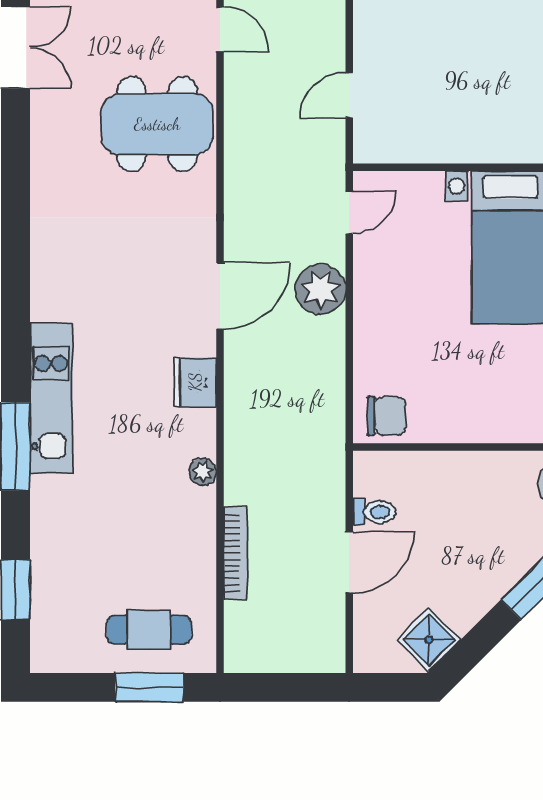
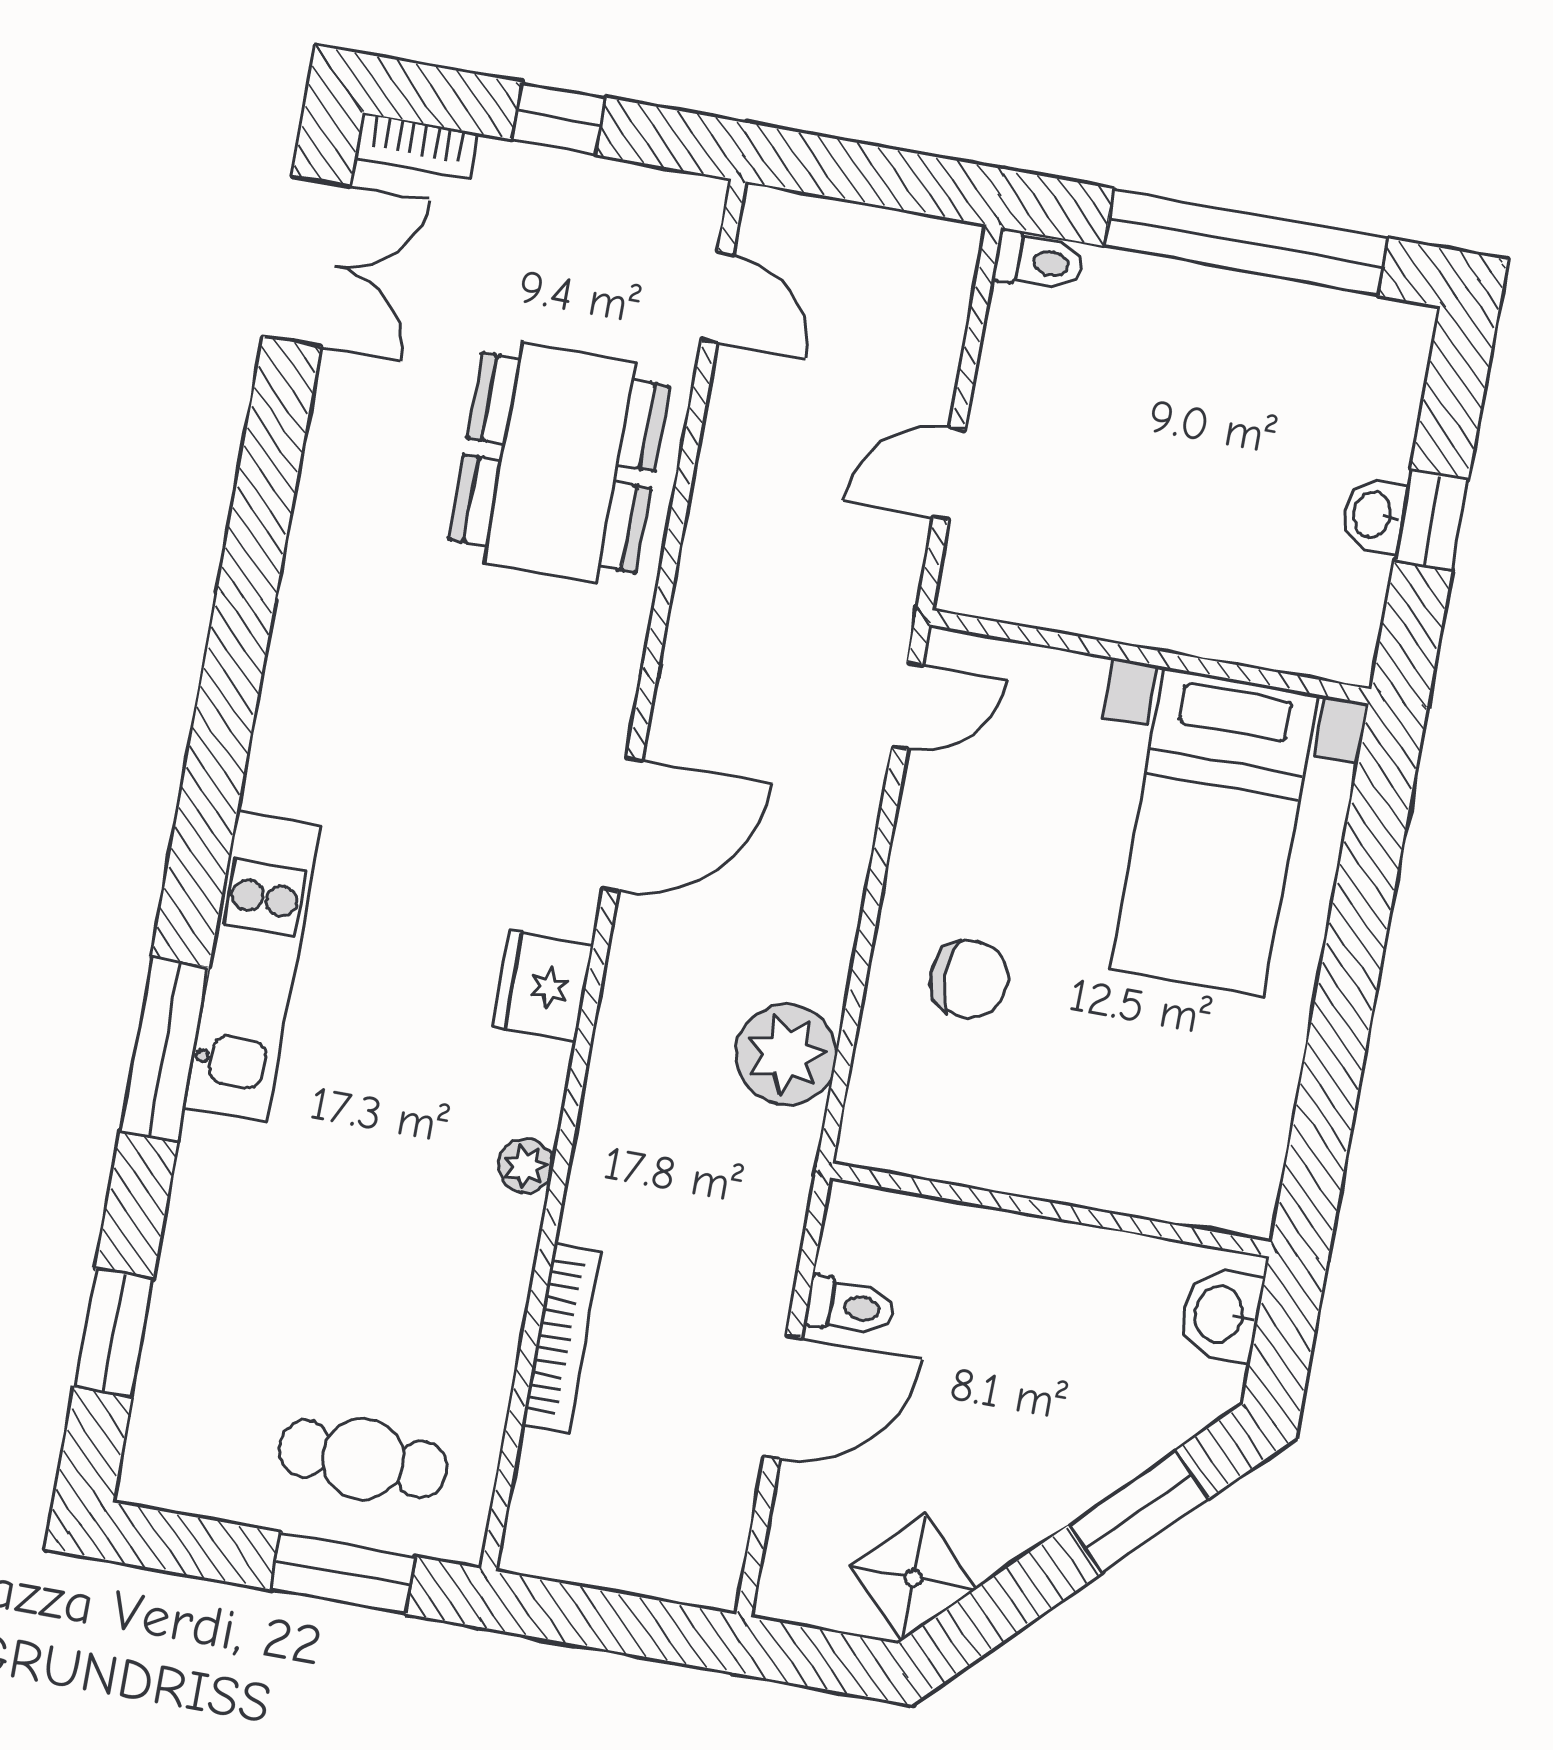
dining table: (157, 124) -> (559, 463), turned 90
plant: (321, 289) -> (786, 1054), moved
chair: (387, 416) -> (969, 979), moved

